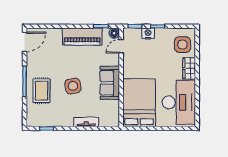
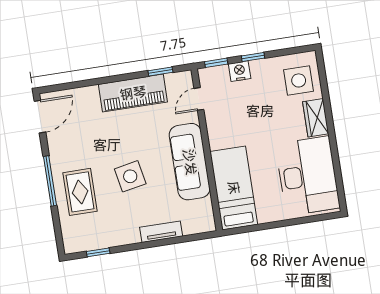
floor lamp: (114, 33) -> (184, 79), removed
sofa: (110, 83) -> (190, 162), width x1.36
bed: (139, 103) -> (234, 188), width x0.67

